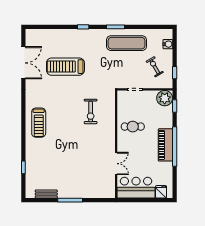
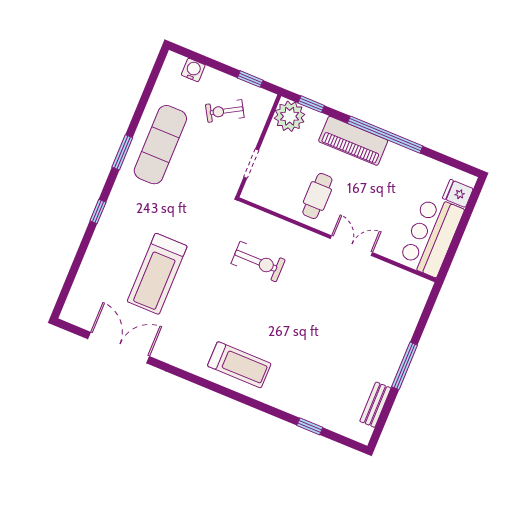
piano: (165, 145) -> (353, 141), moved
double door: (116, 164) -> (351, 246), moved

